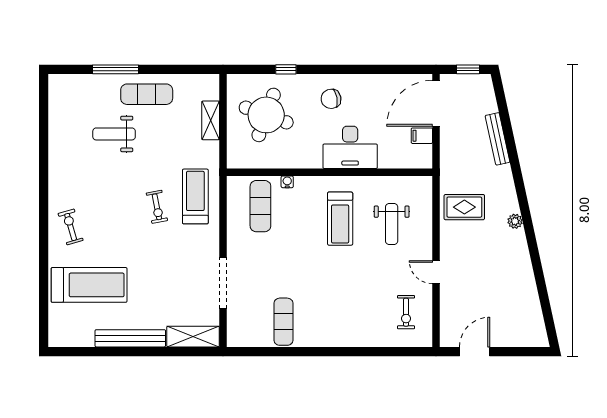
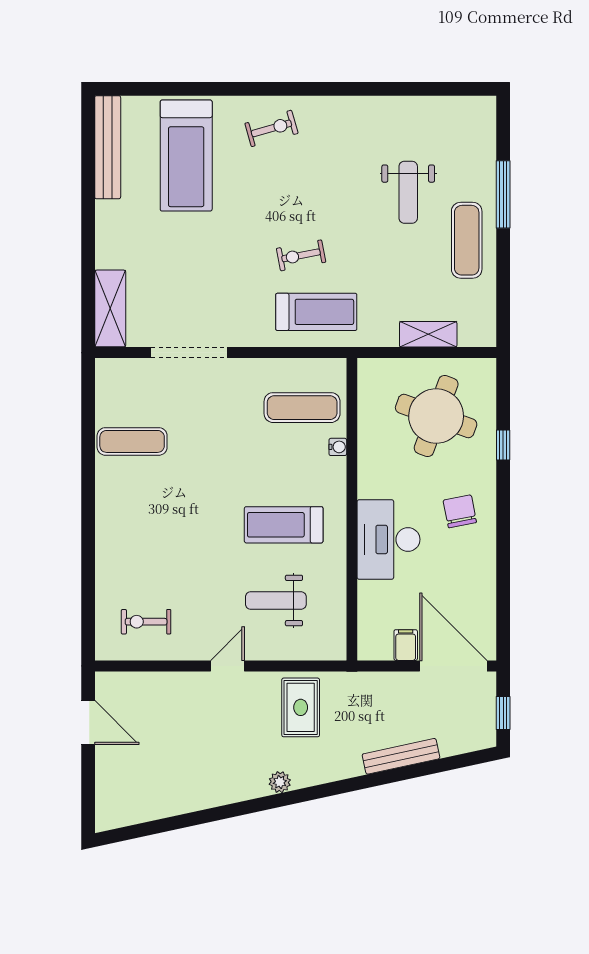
weight bench: (114, 134) -> (408, 192), turned 180
door: (436, 272) -> (227, 666), moved
bench: (130, 338) -> (108, 147), moved

